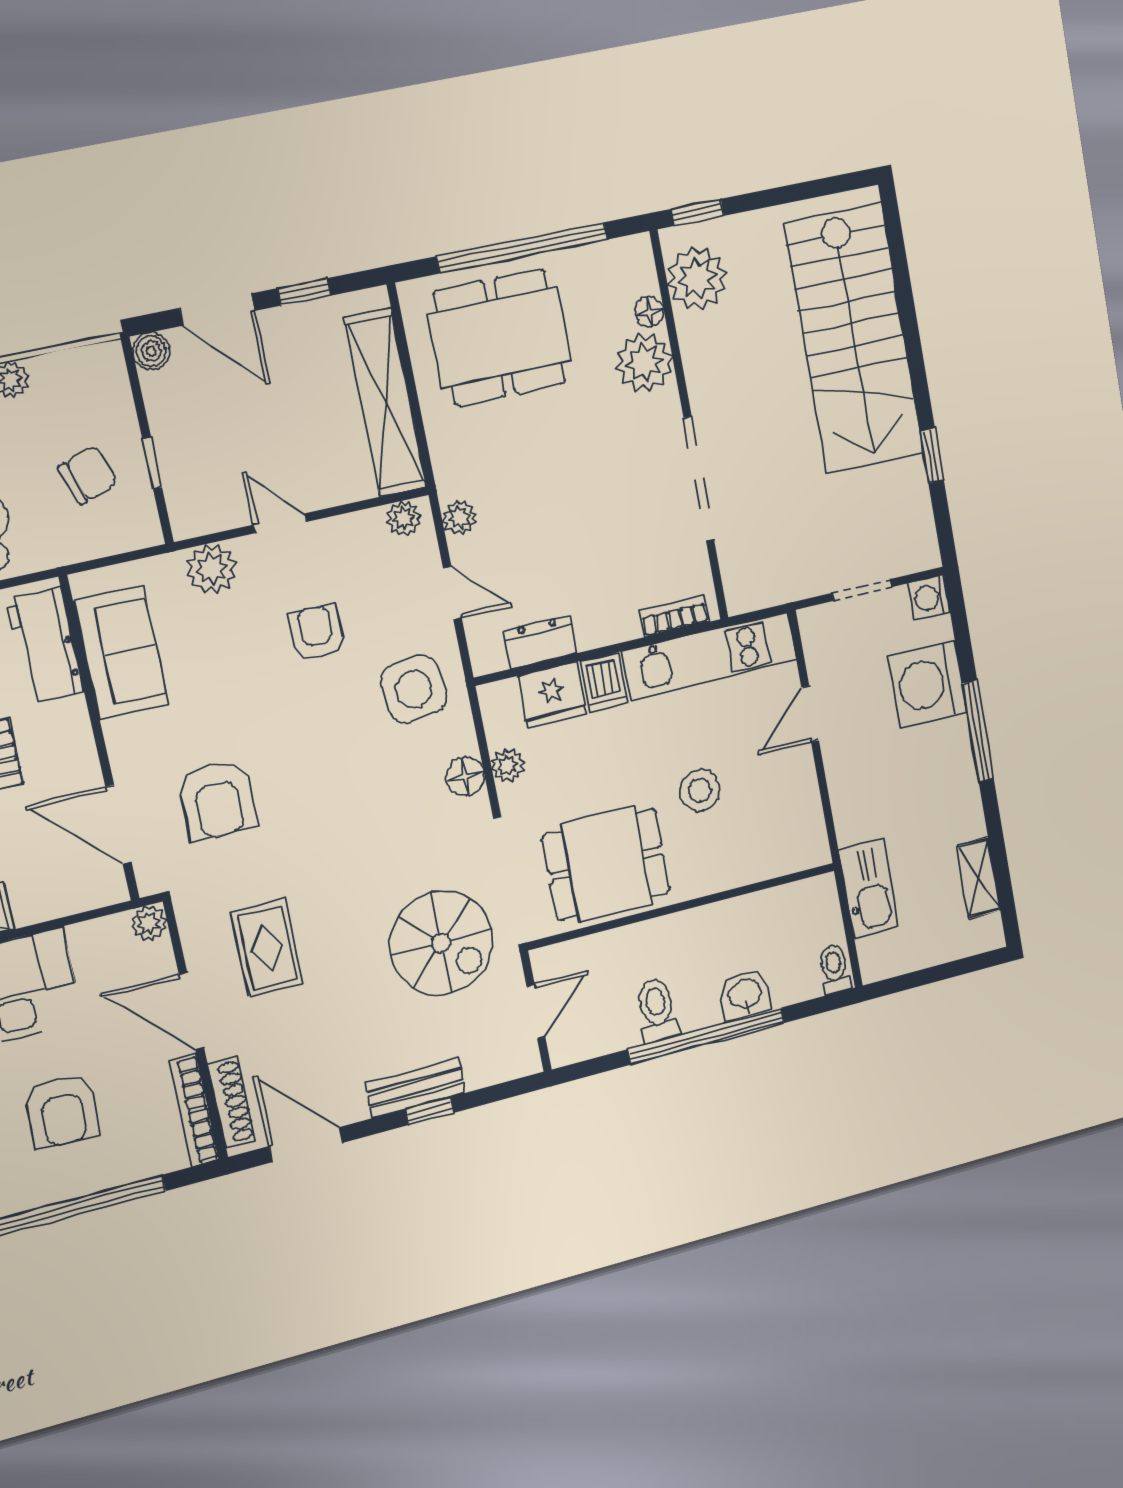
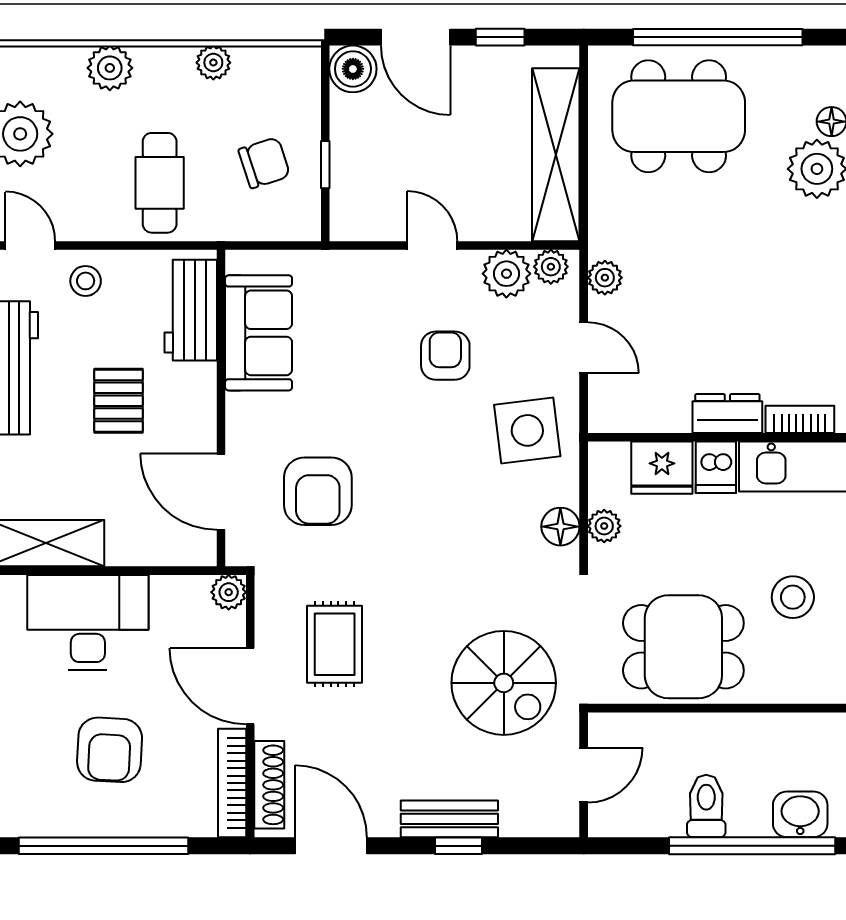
boiler: (151, 351) -> (353, 69), width x1.36, depth x1.36
plant: (211, 569) -> (506, 274), moved
dresser: (540, 642) -> (727, 414), moved

